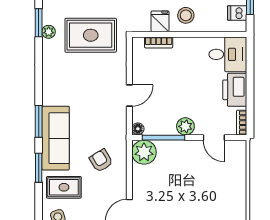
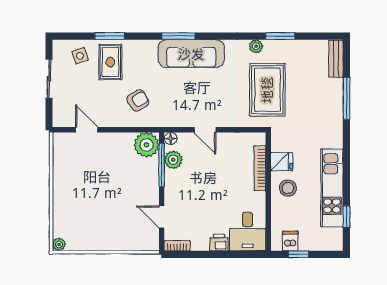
plant: (49, 32) -> (256, 46), moved
bookcase: (159, 42) -> (260, 168), width x1.56
printer: (235, 90) -> (219, 243), width x0.53, depth x0.68
plant: (185, 126) -> (173, 160), moved
sofa: (56, 138) -> (191, 54), moved
door: (214, 138) -> (162, 217), hinge flipped
window: (39, 168) -> (110, 36), moved

